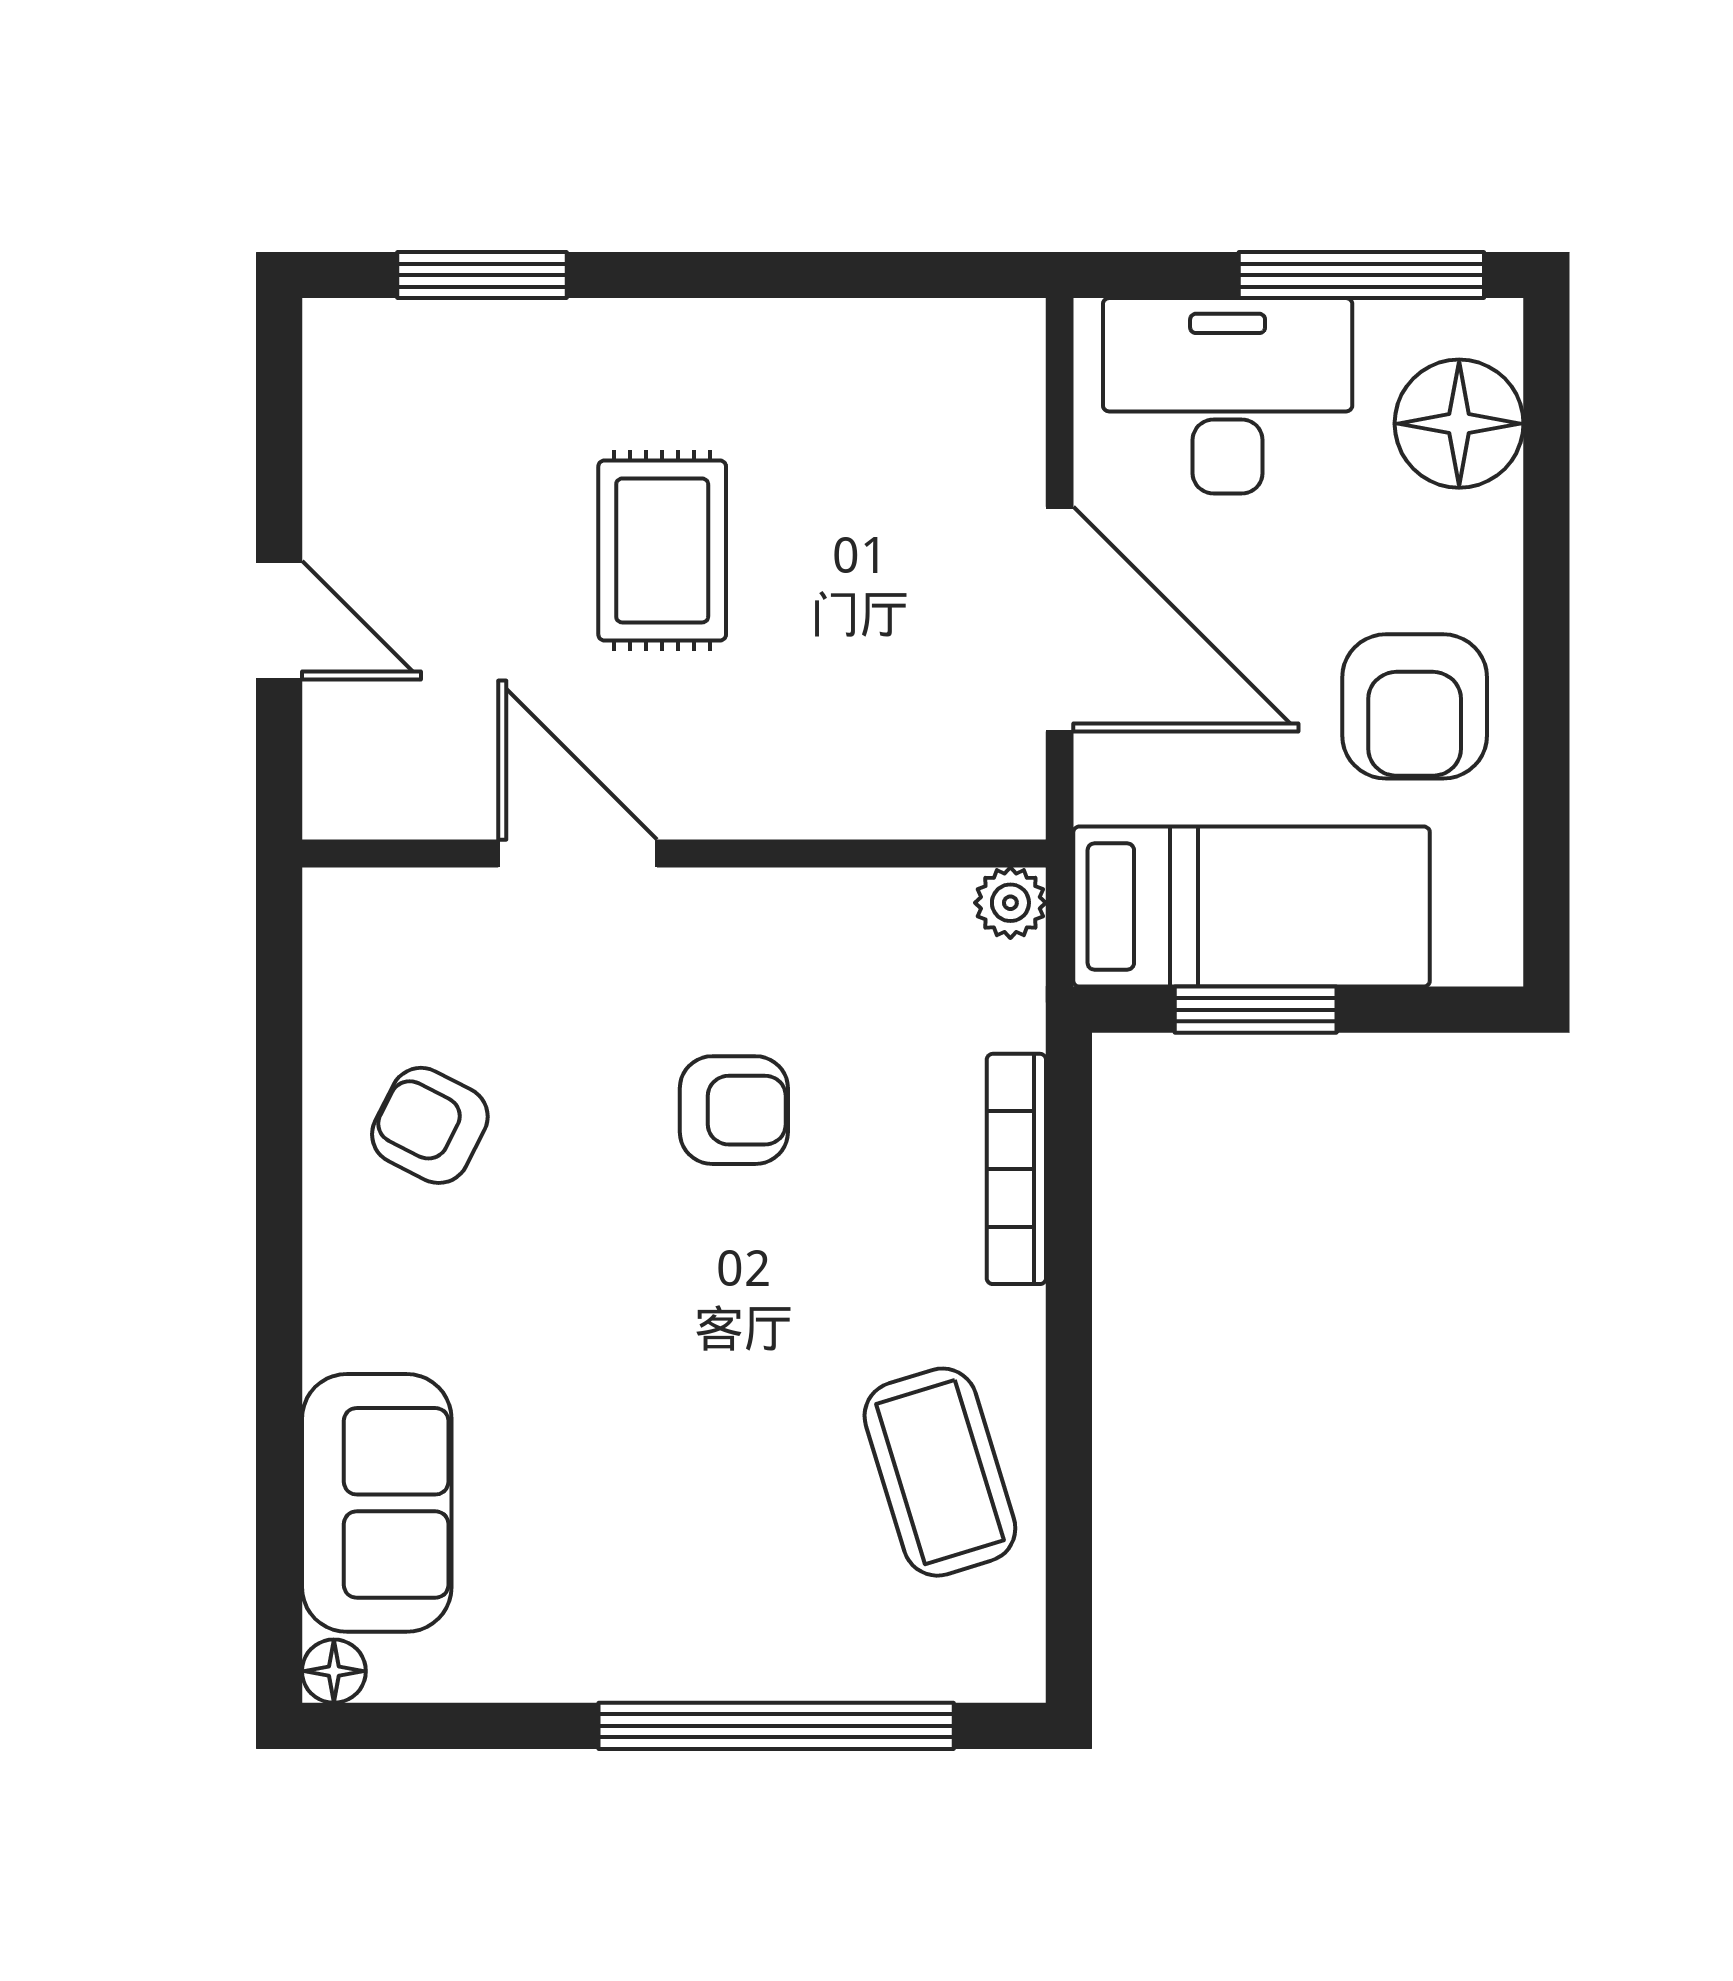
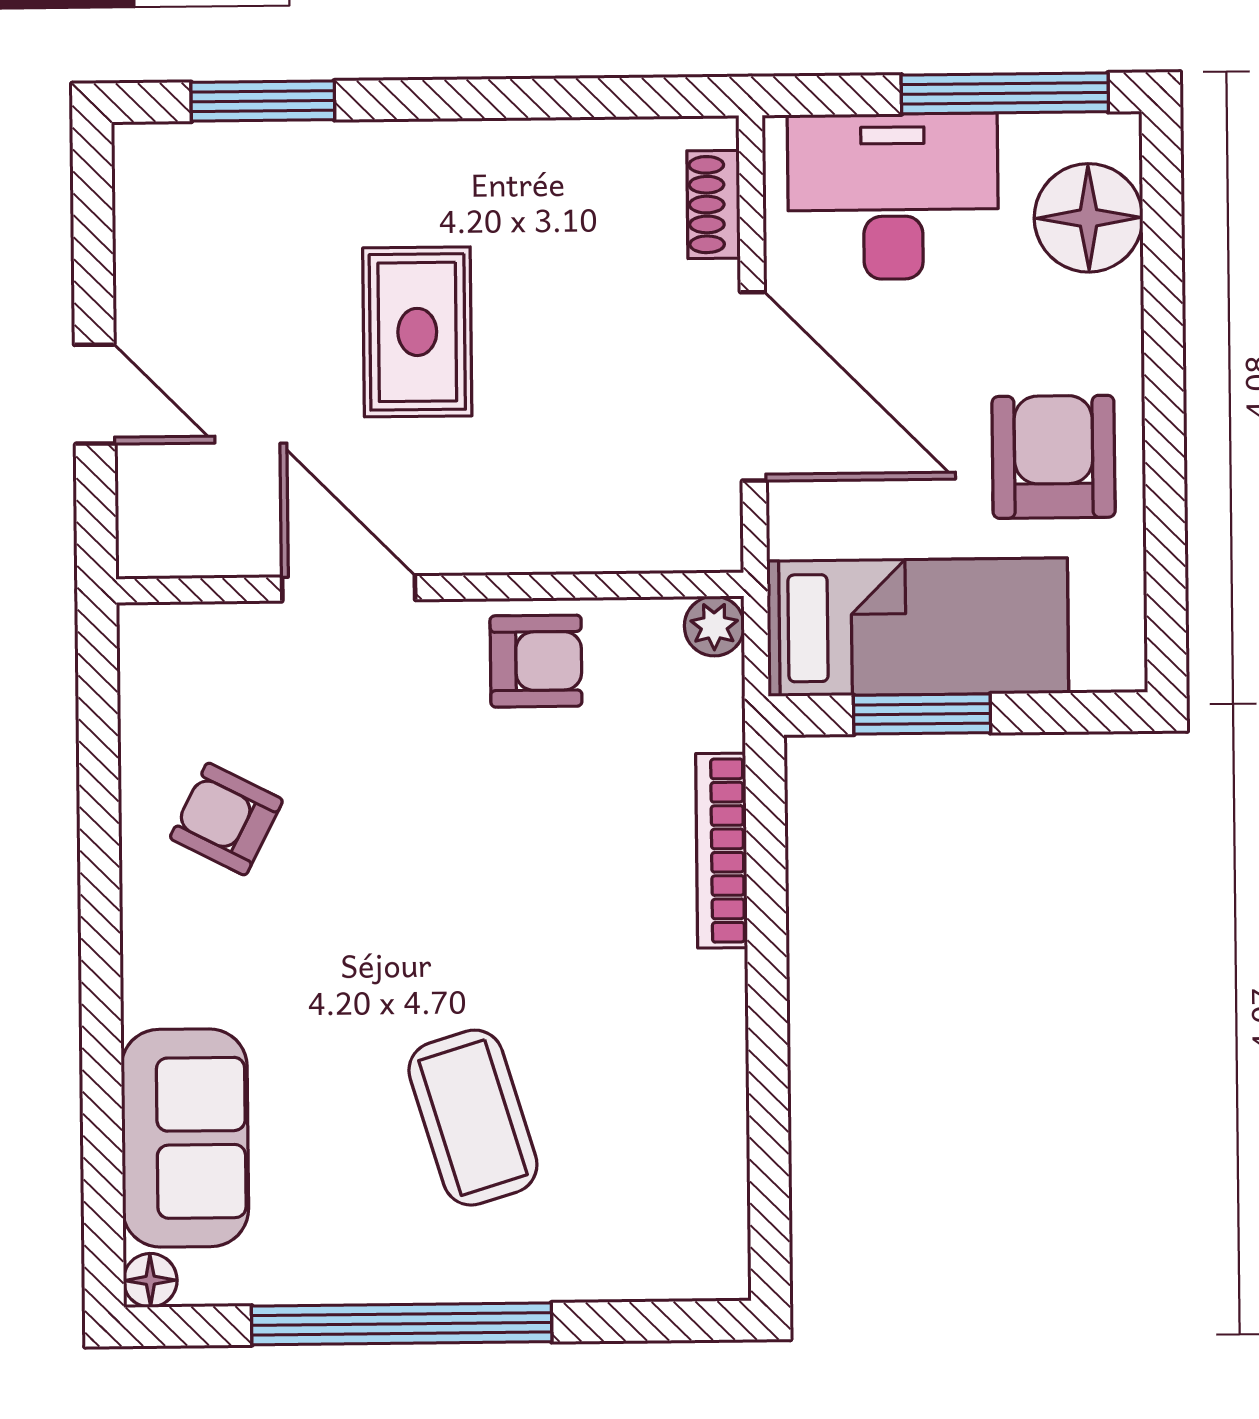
shoe rack: (1015, 403) -> (714, 205), added
armchair: (1415, 706) -> (1054, 457), turned 180
armchair: (734, 1110) -> (536, 661), moved
coffee table: (940, 1472) -> (473, 1118), moved
window: (776, 1726) -> (402, 1324), moved

